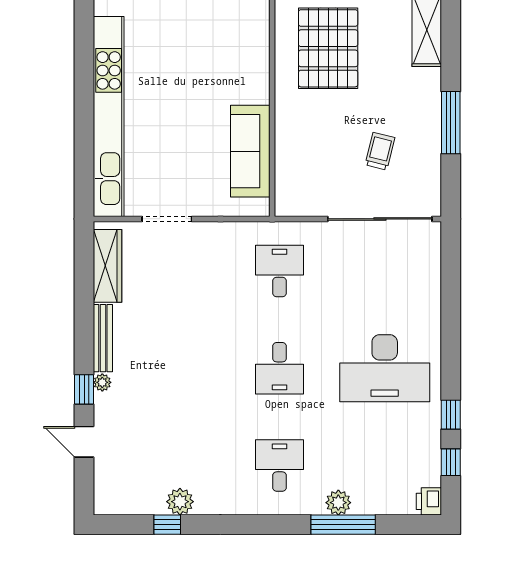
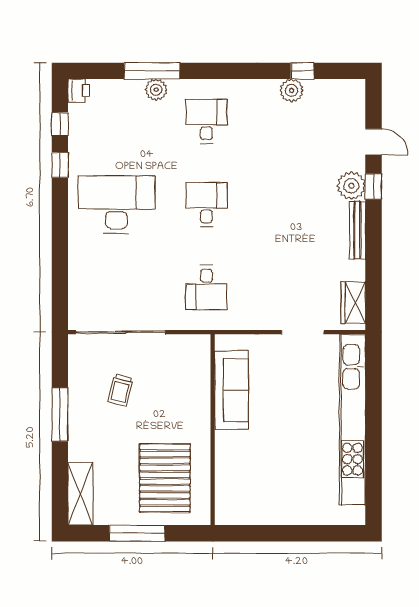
wardrobe: (108, 266) -> (353, 302), width x0.67
plant: (102, 382) -> (351, 186), width x1.87, depth x1.87
desk: (280, 466) -> (206, 121), turned 180

